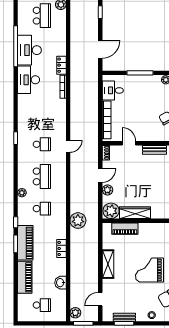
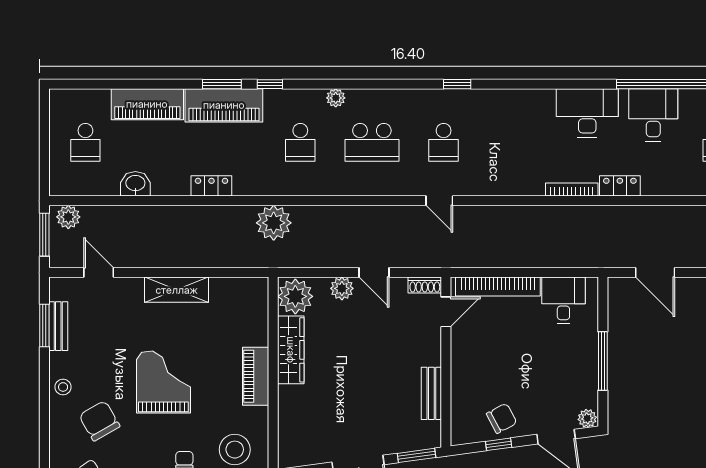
desk: (29, 50) -> (653, 115), width x0.73
door: (129, 143) -> (446, 312), moved
piano: (125, 229) -> (256, 376), moved

